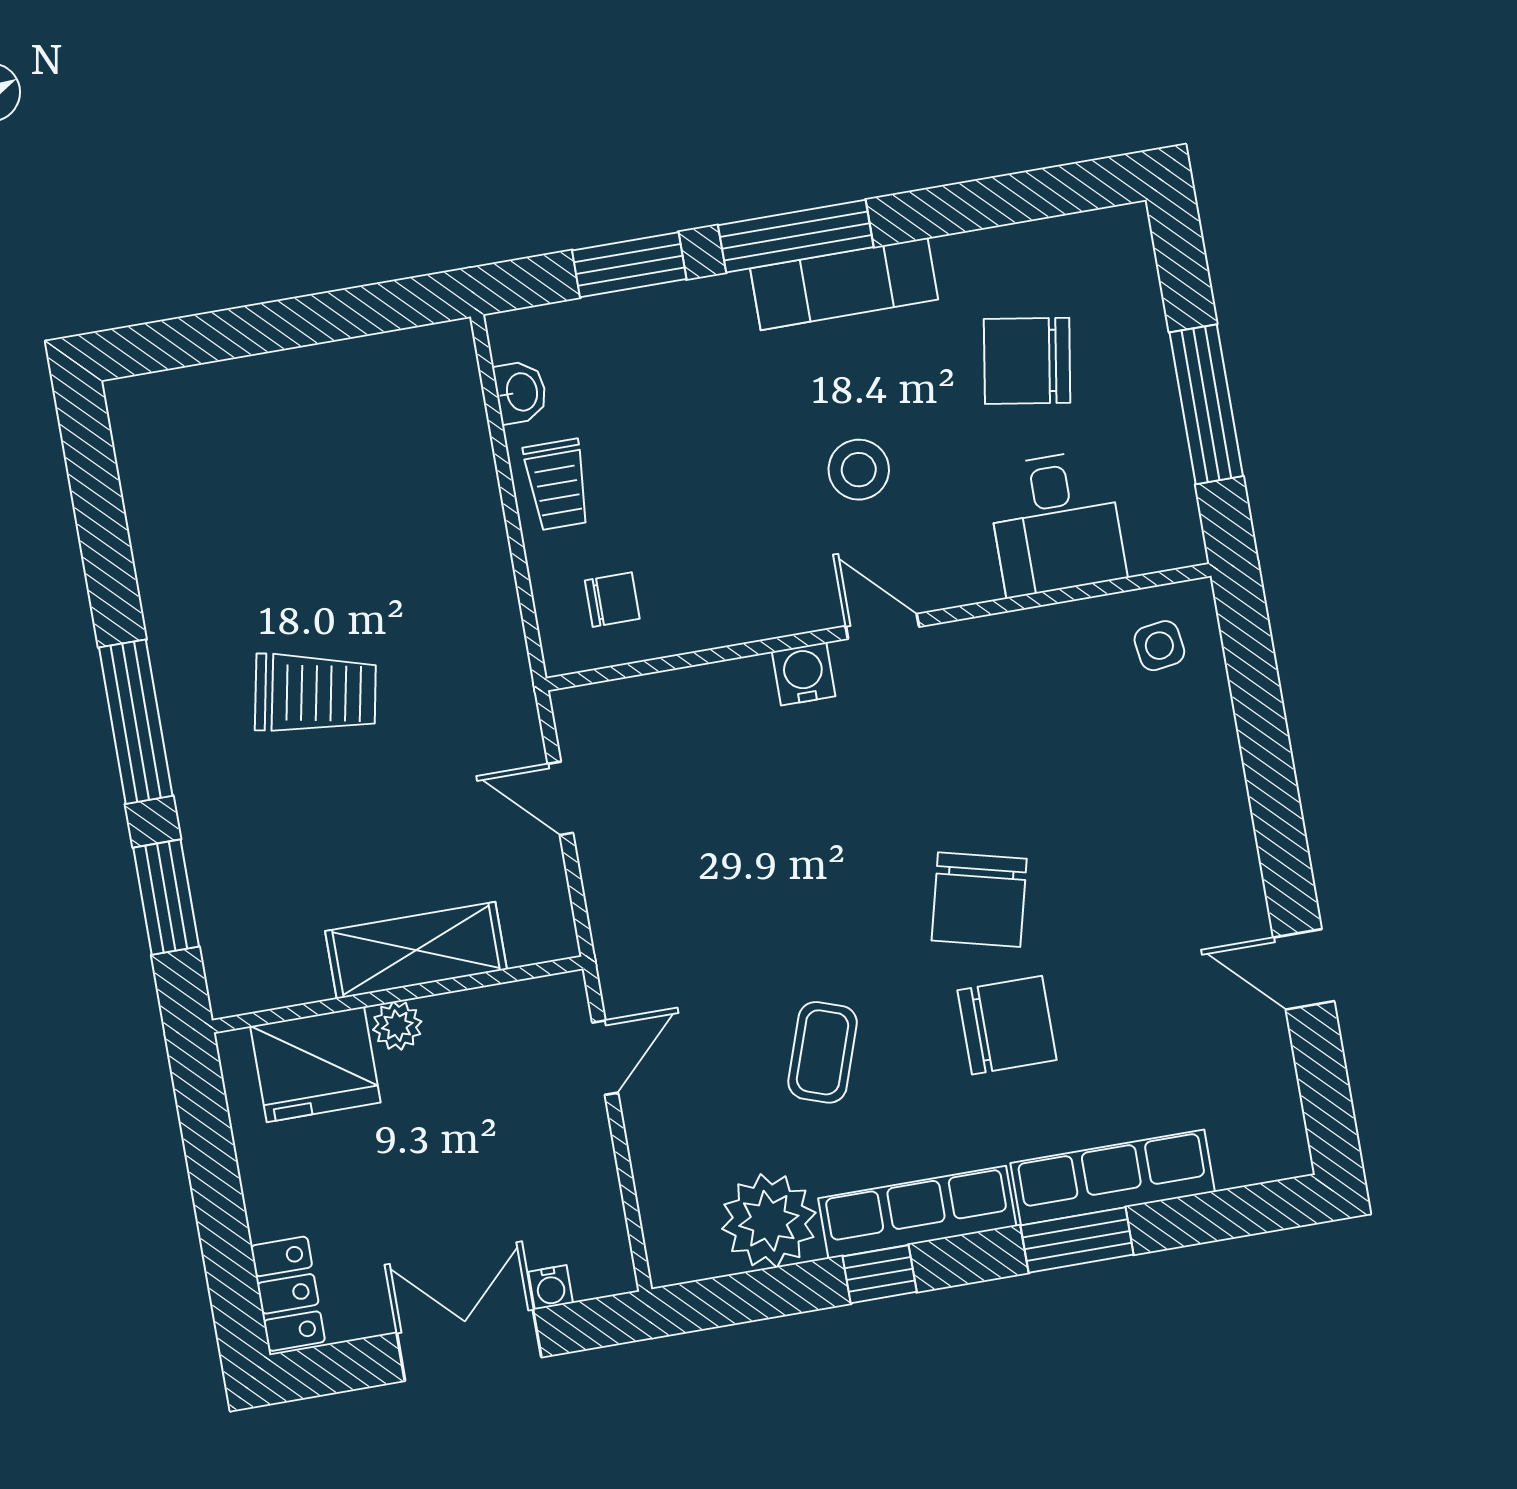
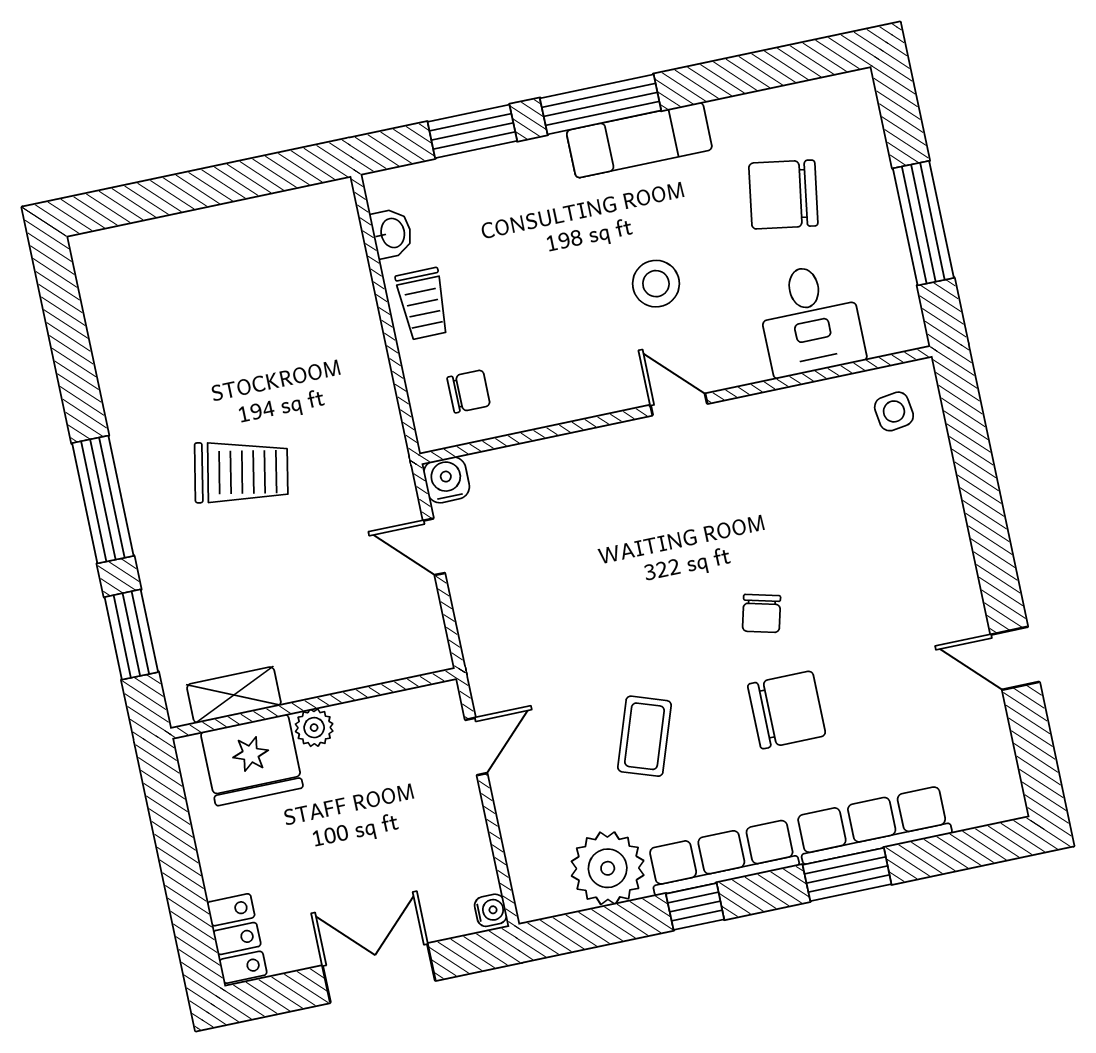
water cooler: (804, 674) -> (446, 480), moved
chair: (979, 900) -> (762, 613), width x0.54, depth x0.54
shelving: (416, 950) -> (234, 695), moved, width x0.67, depth x0.75
water cooler: (551, 1287) -> (491, 910), moved, turned -90

